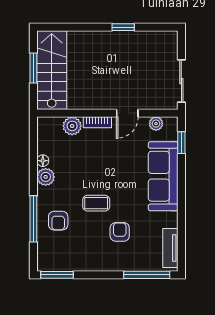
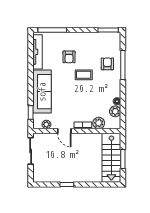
door: (127, 113) -> (64, 131), swing flipped
plant: (46, 177) -> (115, 111), moved
tv unit: (170, 248) -> (37, 52), width x1.41

